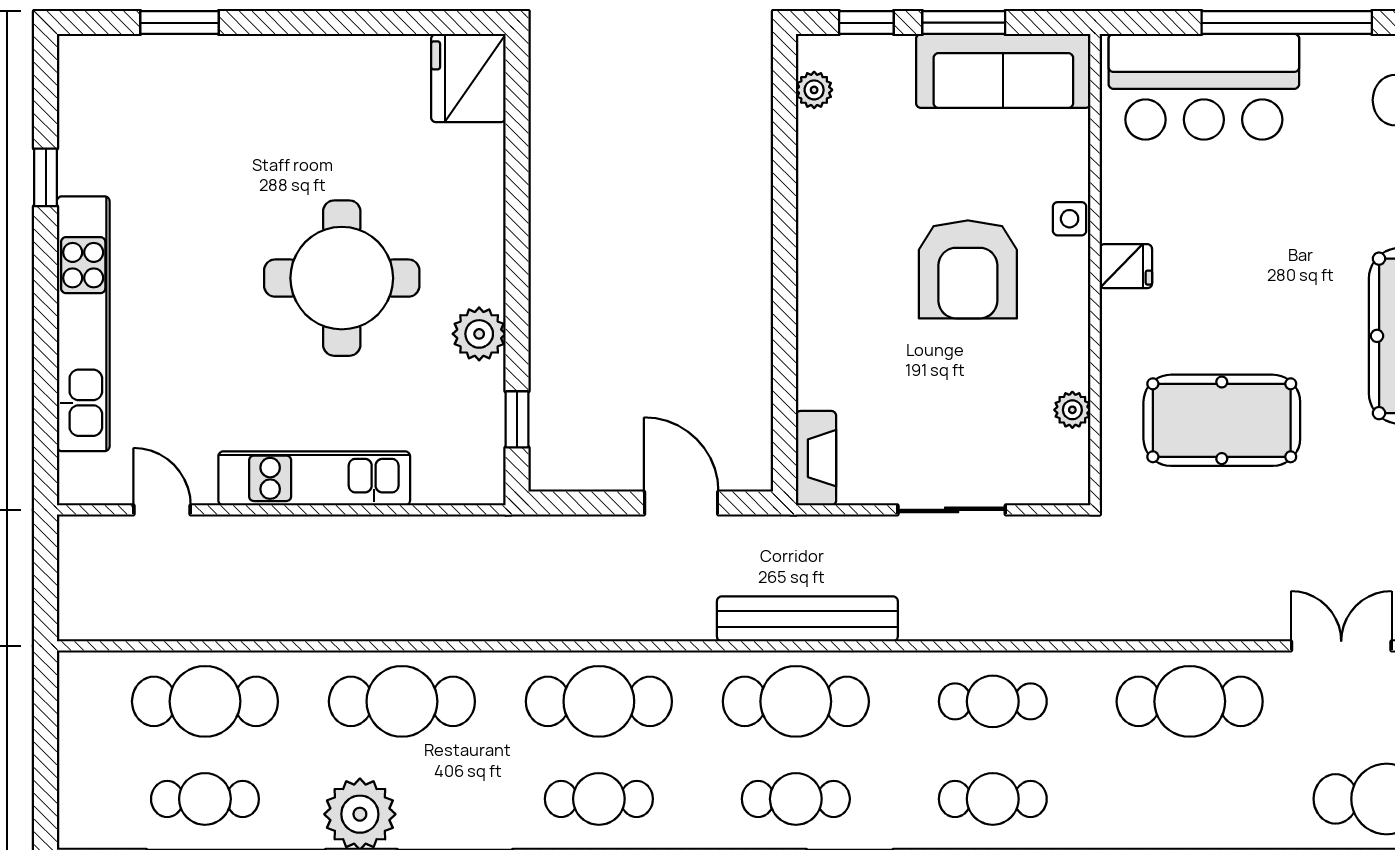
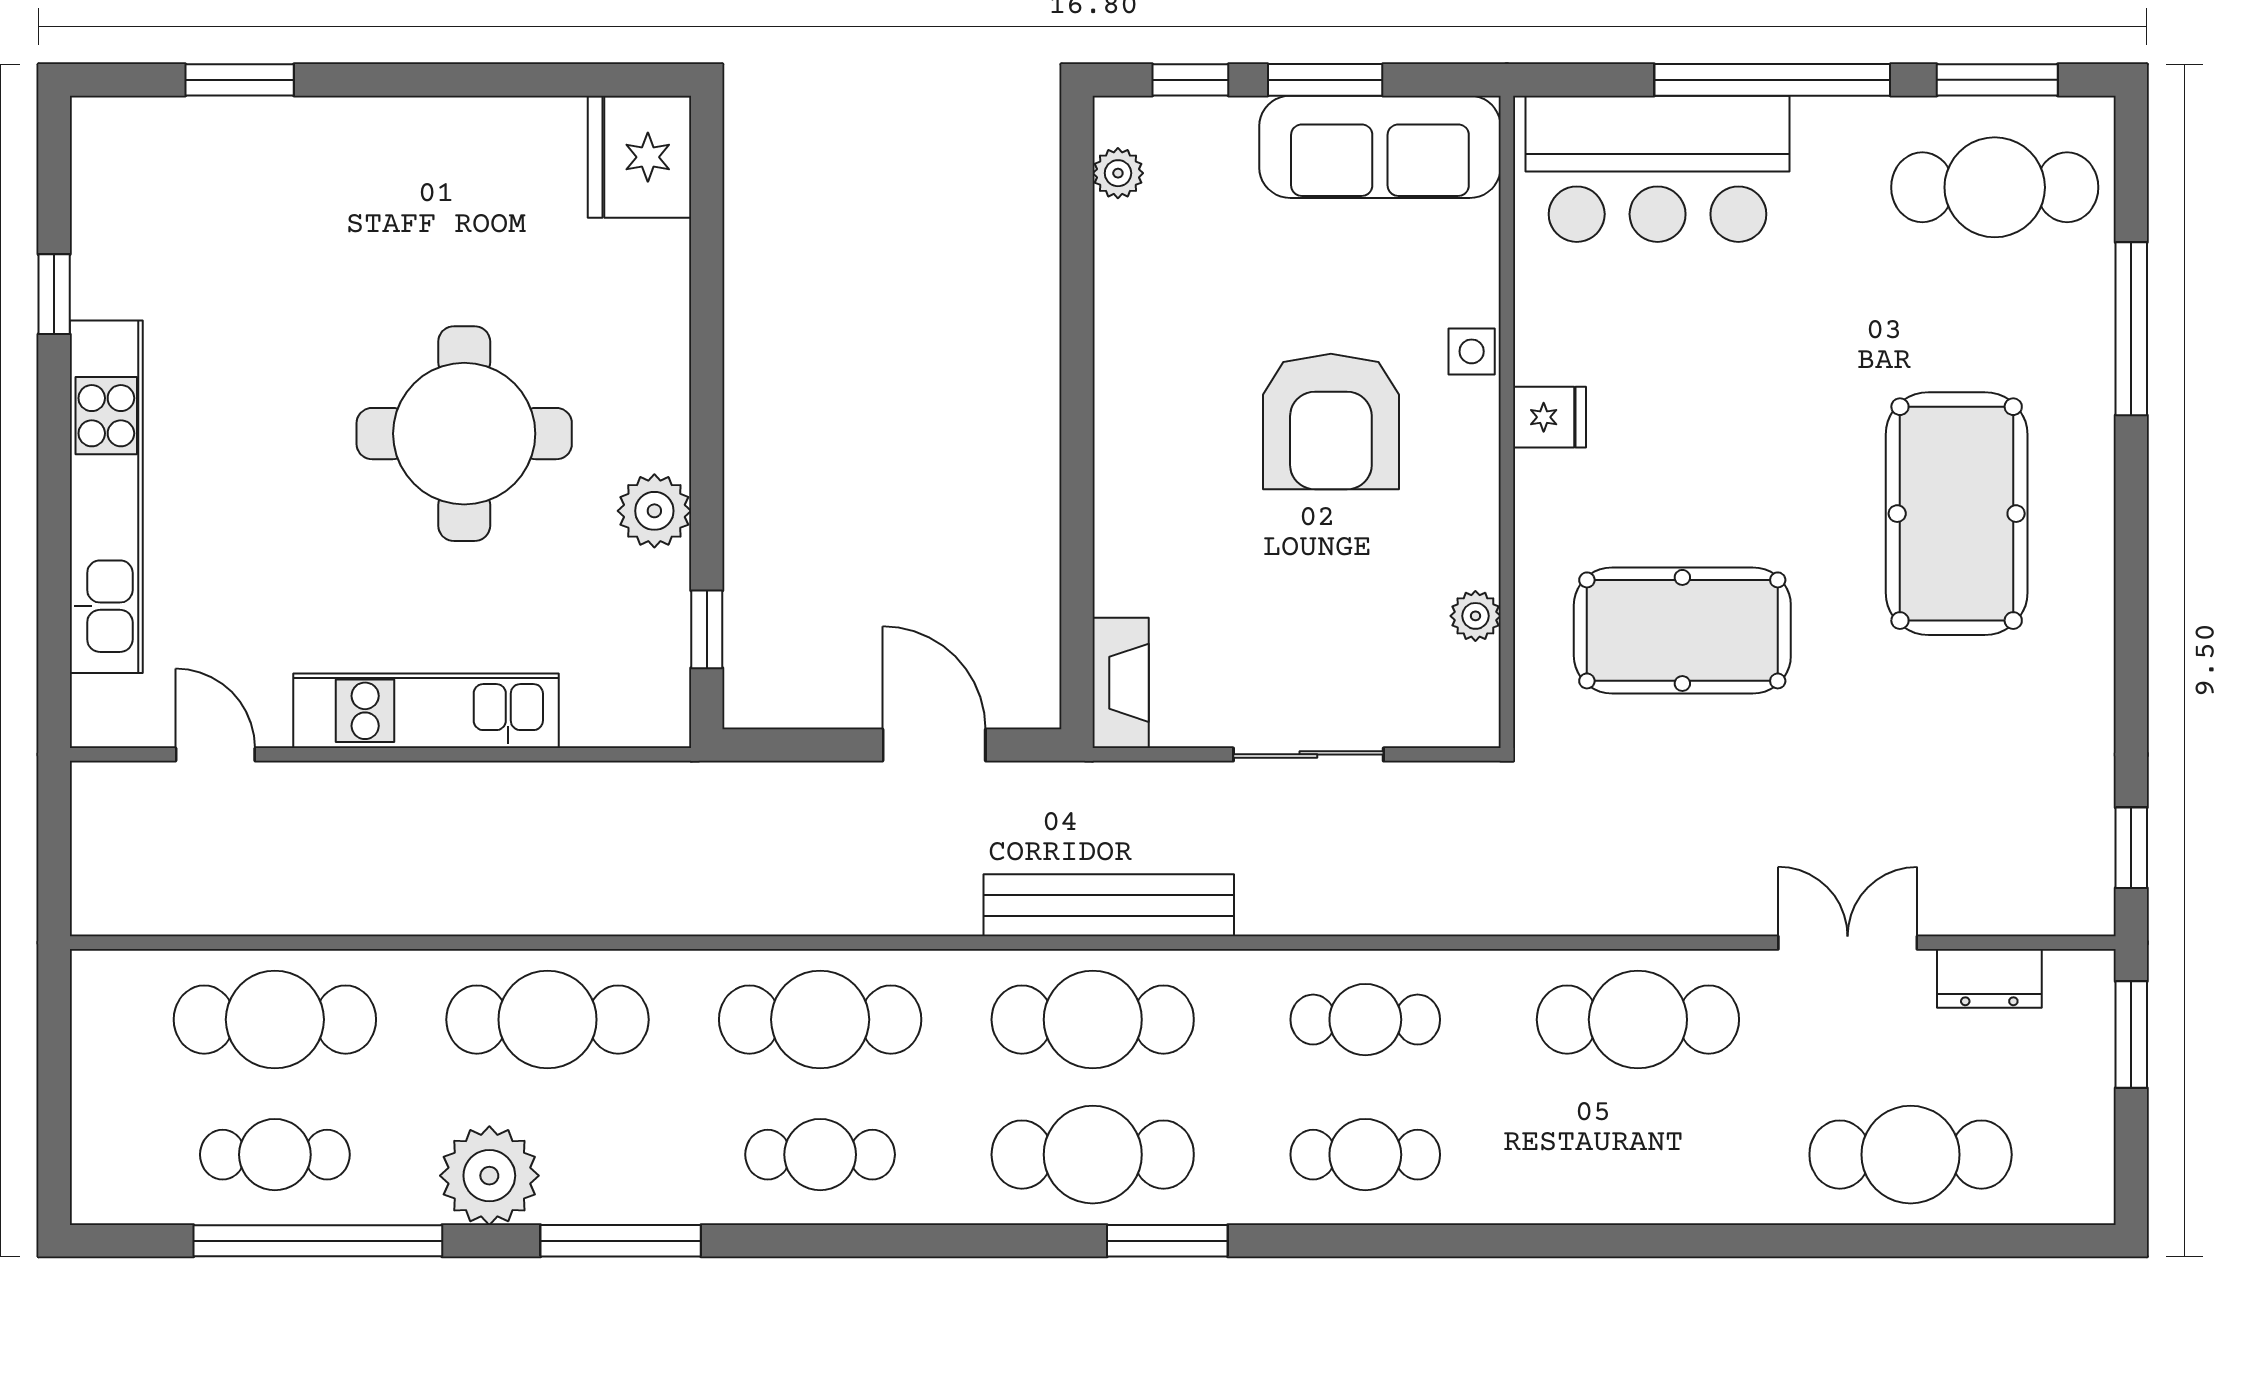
cafe table: (796, 799) -> (1093, 1155), width x1.37, depth x1.35

